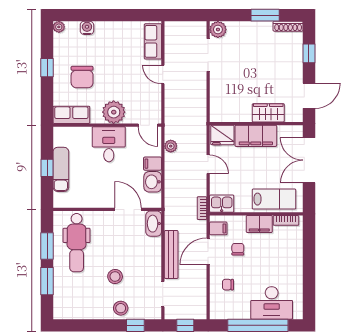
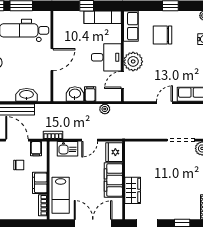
door: (148, 125) -> (122, 80), moved
exam couch: (61, 169) -> (103, 17), moved
kitchen sink: (222, 204) -> (67, 149), moved, turned 90
door: (128, 209) -> (52, 60), moved
washbasin: (154, 224) -> (27, 95), moved

